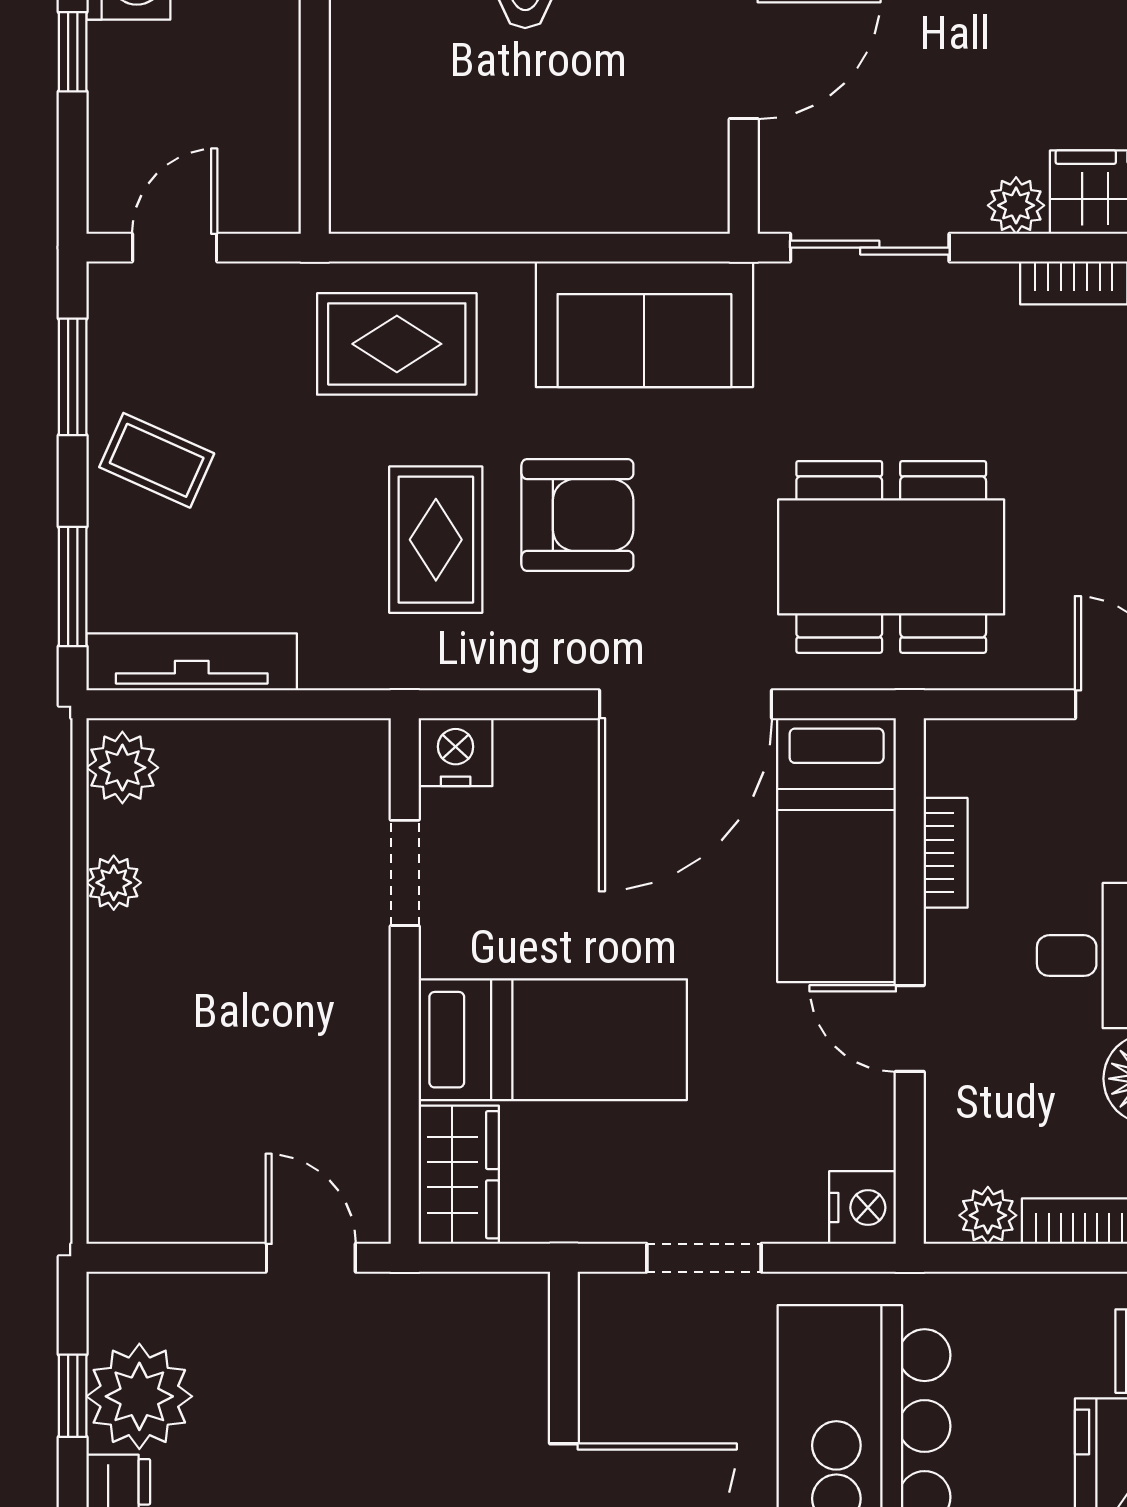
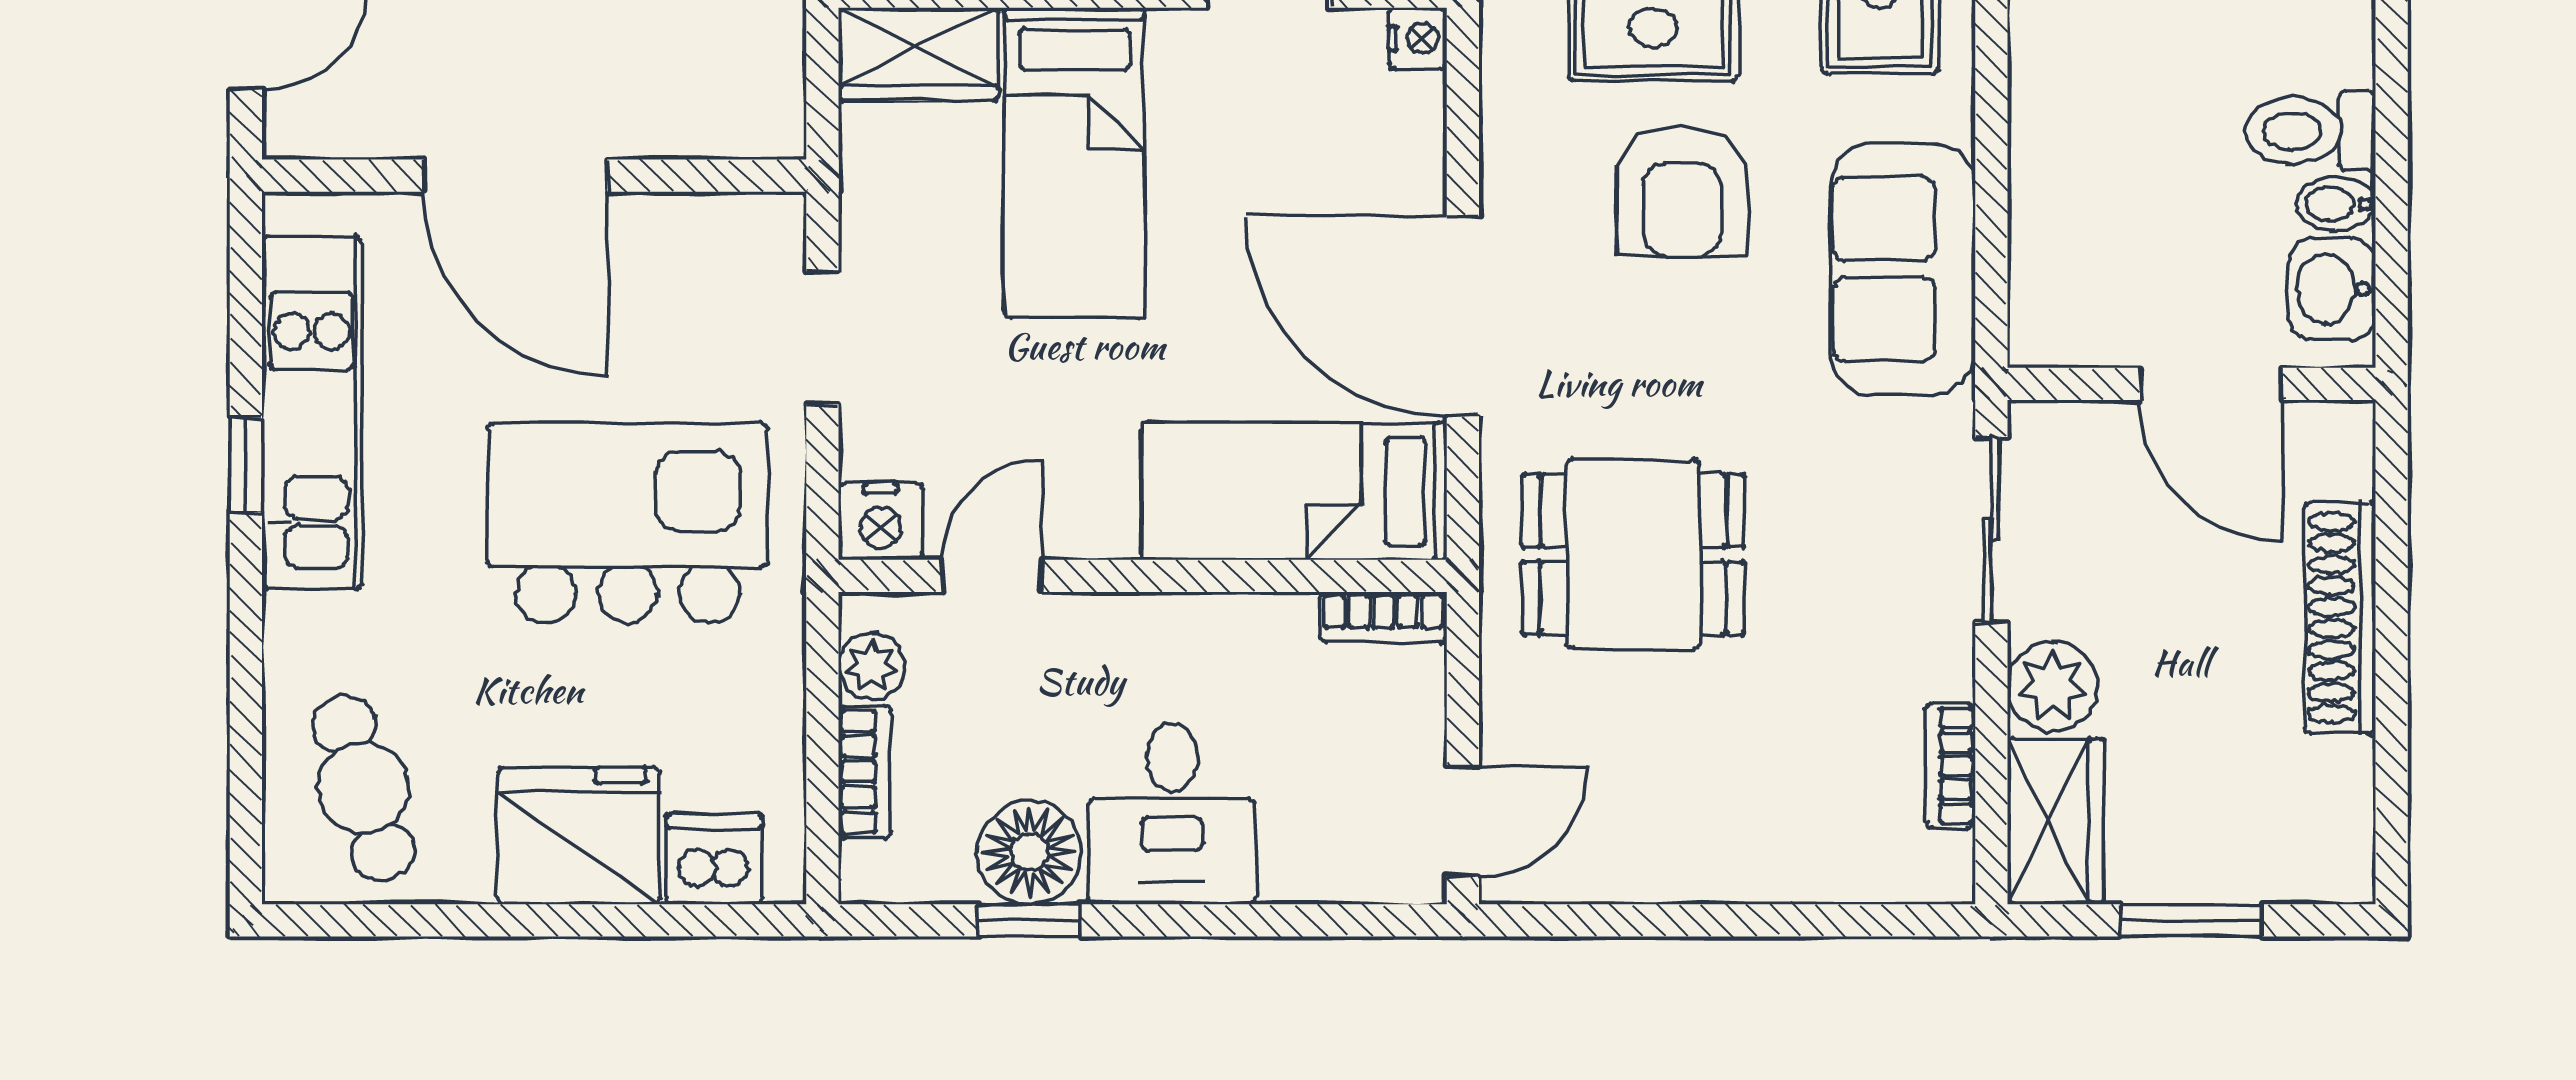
plant: (1016, 205) -> (2052, 687), width x1.38, depth x1.38
dining table: (891, 557) -> (1633, 554), width x0.73
nightstand: (456, 752) -> (1418, 38), width x0.72, depth x0.74
bookcase: (946, 853) -> (1383, 617), moved
door: (910, 1029) -> (992, 576), moved

